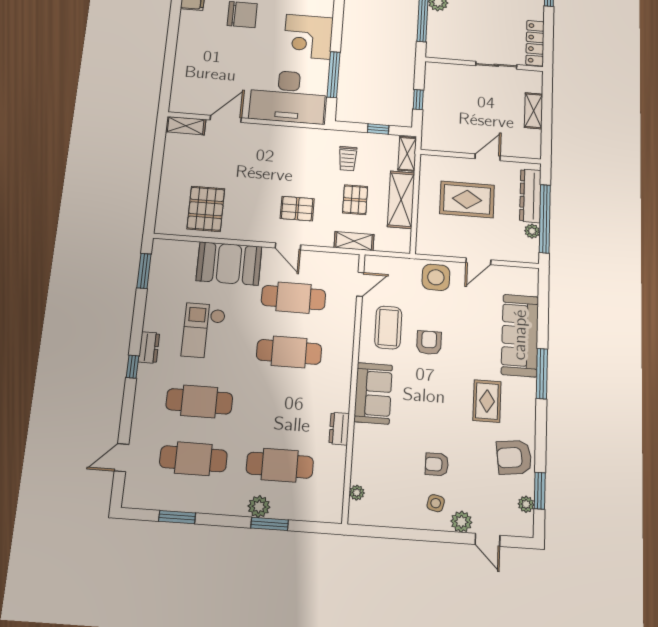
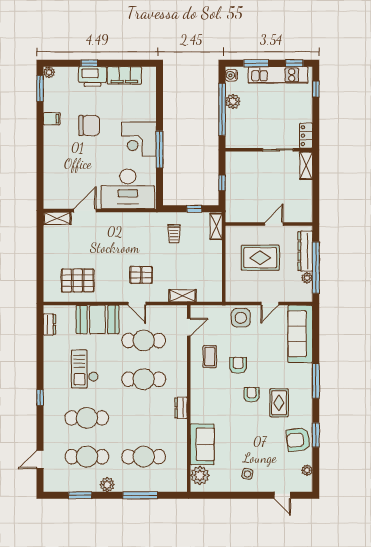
locker: (535, 43) -> (306, 136), width x0.66
window: (334, 75) -> (159, 149), moved
shelving: (534, 111) -> (306, 166), moved
pallet: (355, 200) -> (181, 265), removed
shelving: (401, 200) -> (214, 262), removed
pallet: (206, 209) -> (78, 280), turned 90
window: (144, 271) -> (40, 330), removed
coffee table: (388, 327) -> (210, 357), width x0.73, depth x0.77
sofa: (520, 335) -> (300, 334), moved
dresser: (149, 347) -> (49, 325), moved
sofa: (373, 393) -> (202, 444), moved
dresser: (339, 429) -> (181, 408), moved
armchair: (437, 464) -> (252, 395), moved, turned 90
window: (540, 491) -> (316, 435), moved
plant: (357, 493) -> (200, 475), width x1.87, depth x1.87
plant: (259, 507) -> (107, 485), moved
plant: (461, 522) -> (265, 485), removed
window: (270, 524) -> (140, 495), width x1.44

